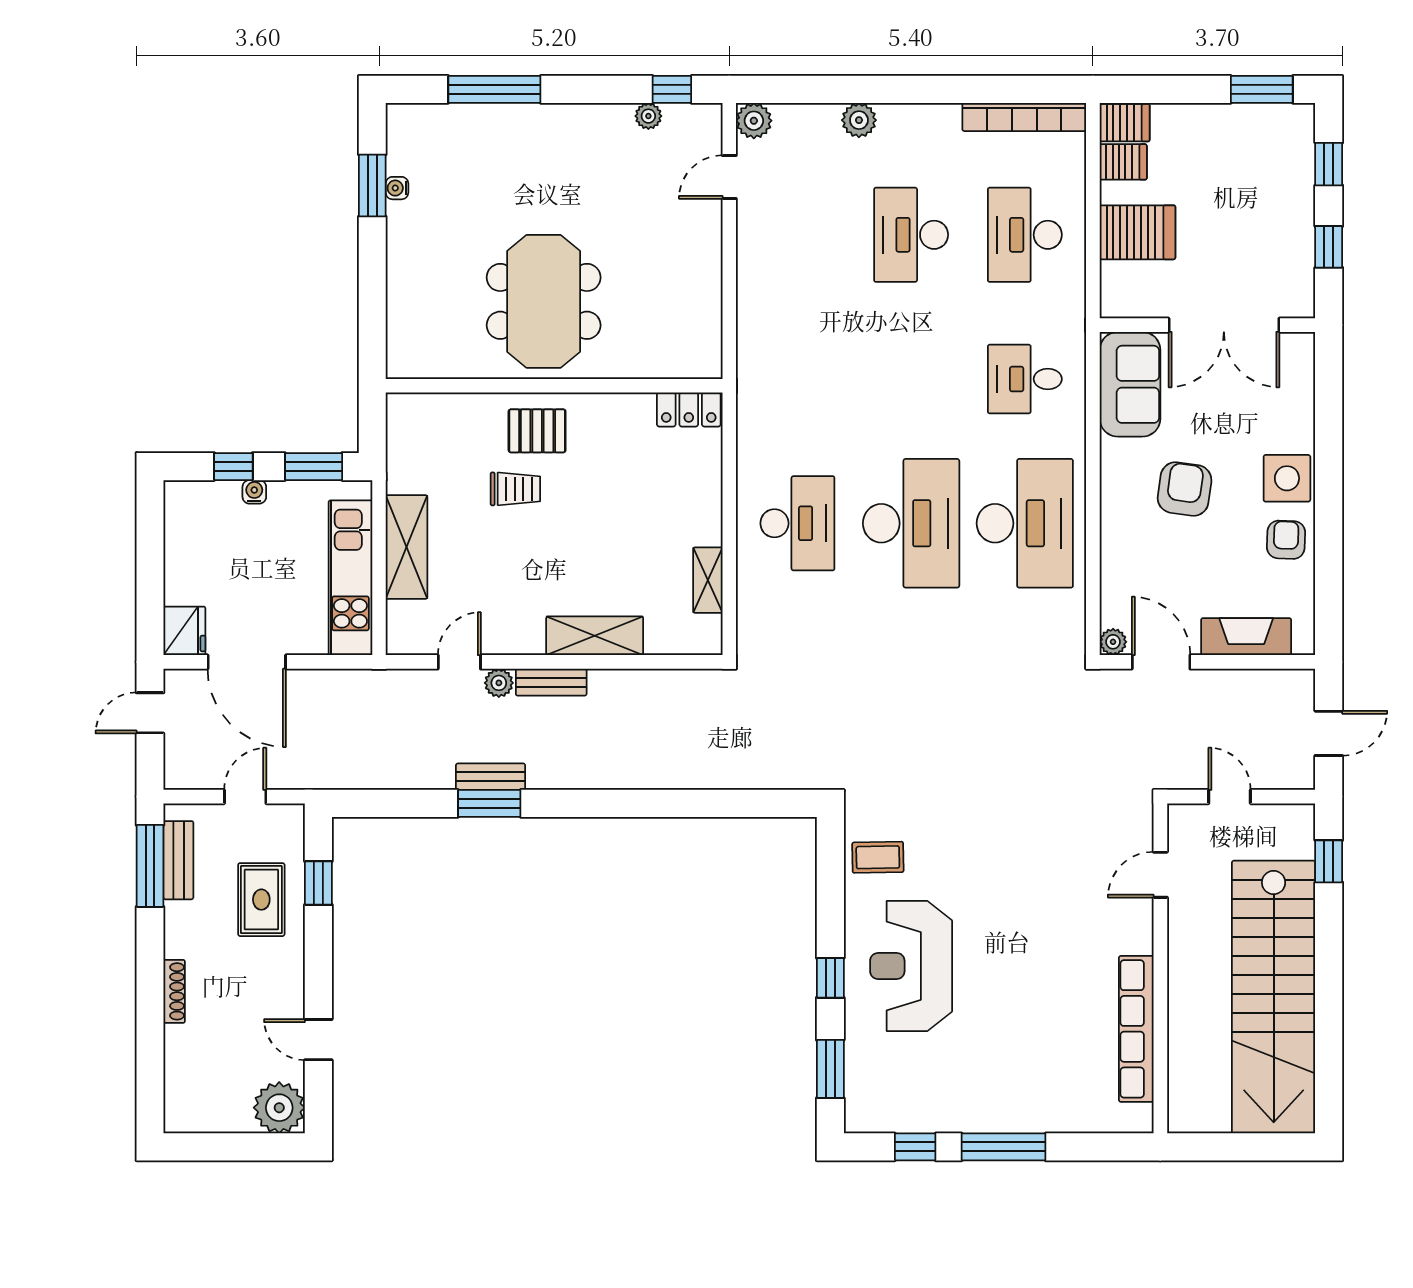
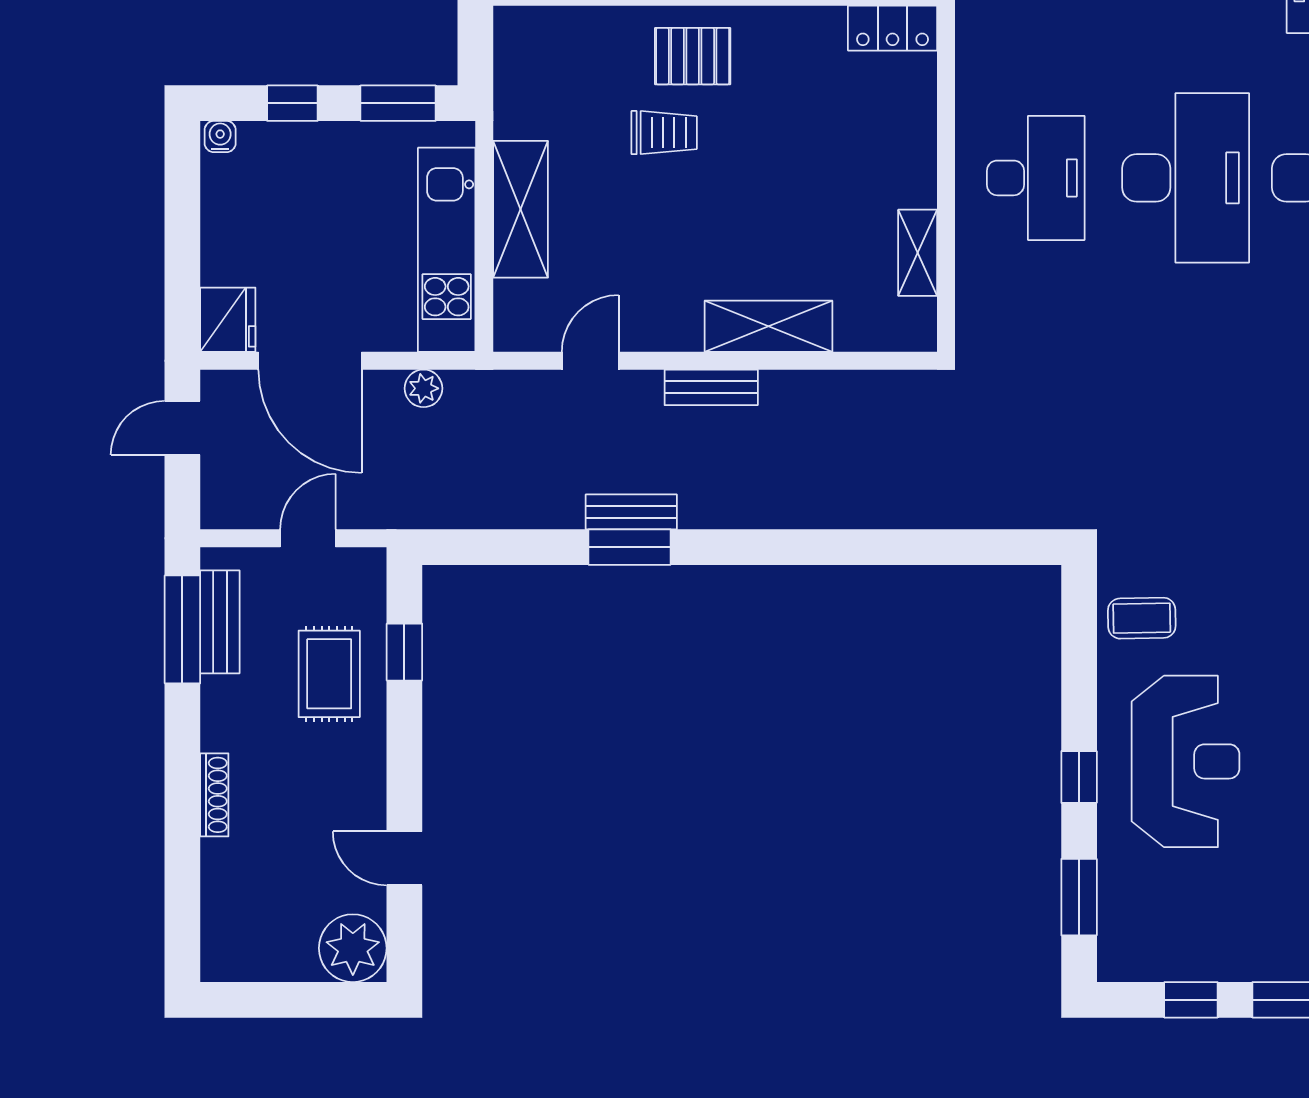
water cooler: (254, 492) -> (220, 137), moved
plant: (499, 683) -> (423, 388), moved
reception desk: (911, 966) -> (1186, 761), turned 180

